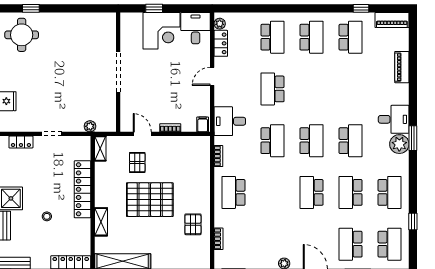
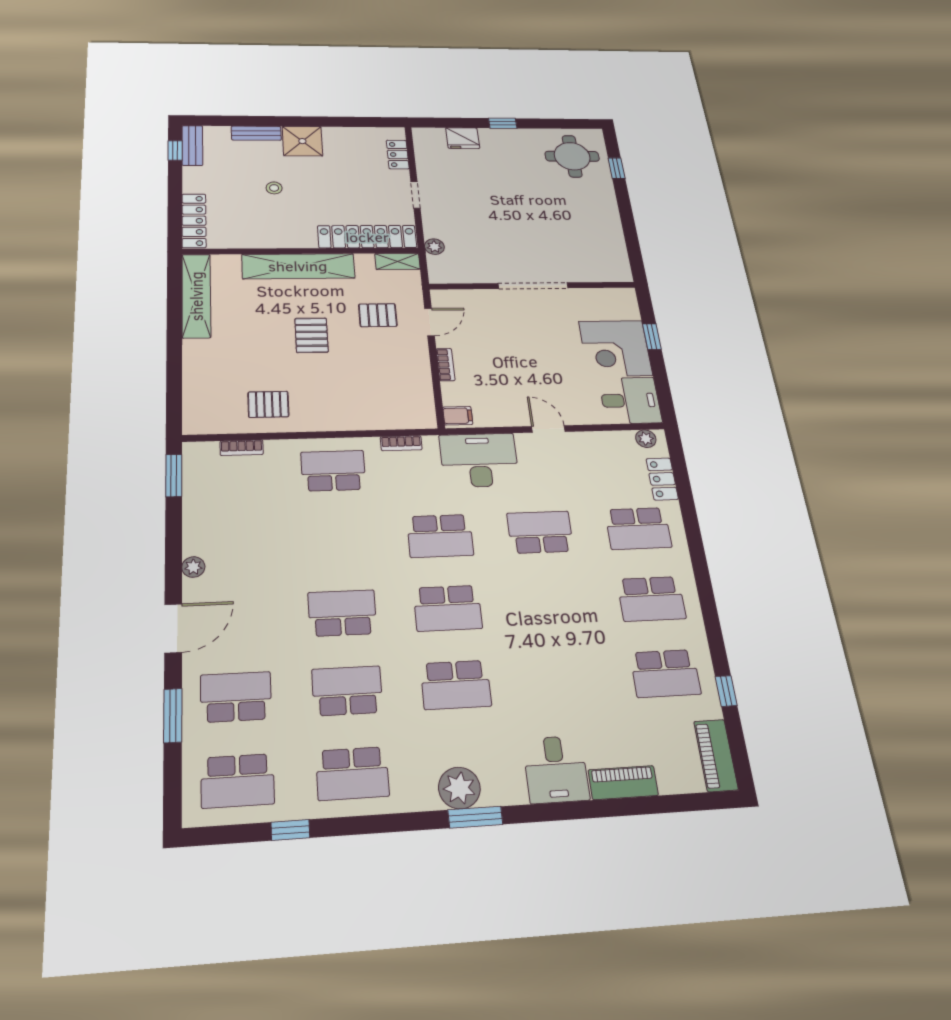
locker: (221, 43) -> (662, 479), moved, turned 90
desk: (394, 119) -> (556, 769), moved
desk: (230, 121) -> (479, 460), width x1.37
locker: (83, 189) -> (367, 237), moved
pallet: (150, 200) -> (311, 335), width x0.49, depth x0.50
shelving: (101, 222) -> (298, 266), width x2.20, depth x1.33

